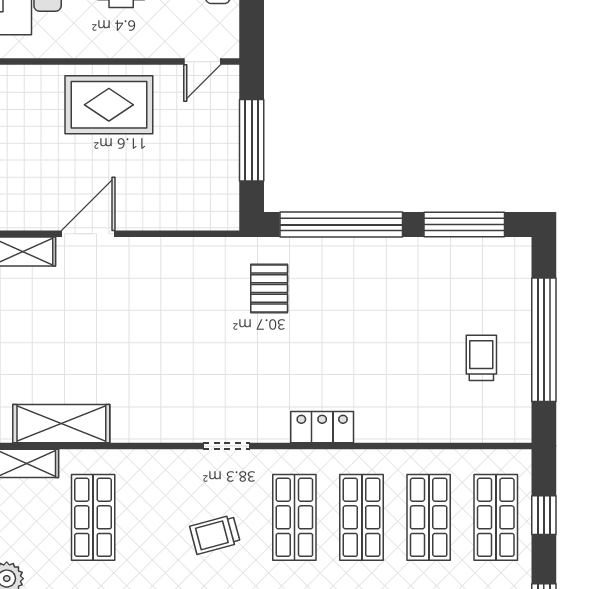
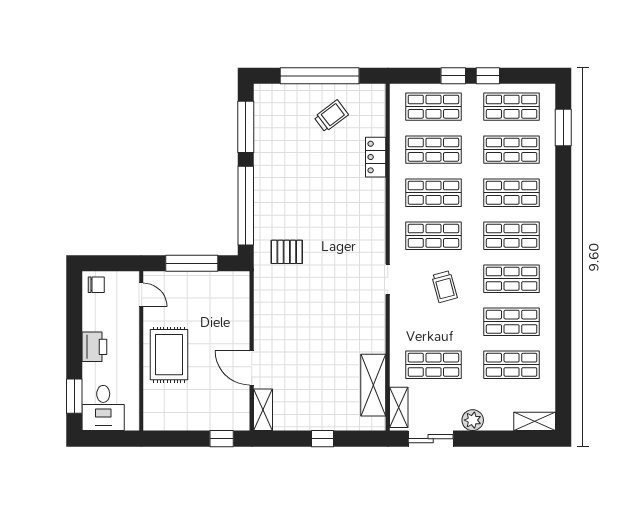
trolley: (481, 358) -> (331, 116), turned 143
locker: (322, 427) -> (376, 157), moved
window: (544, 515) -> (453, 76), moved

